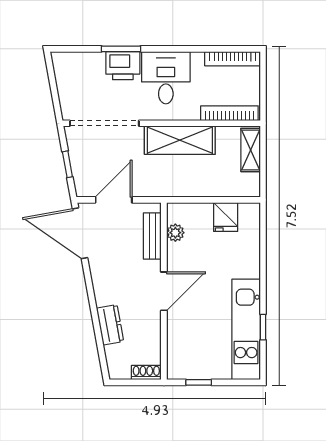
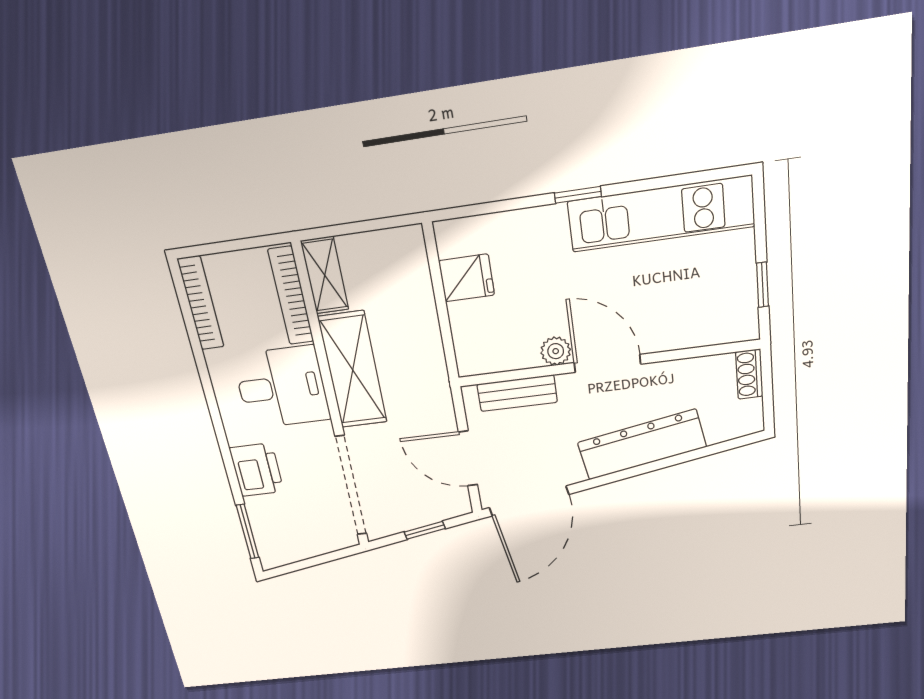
window: (121, 49) -> (248, 532), moved
desk: (166, 78) -> (282, 387), moved, turned 180
shelving: (251, 150) -> (325, 275), moved, turned 90
plant: (175, 233) -> (556, 351), moved
dresser: (110, 325) -> (642, 445), width x1.96, depth x1.24
window: (263, 327) -> (578, 195), moved

